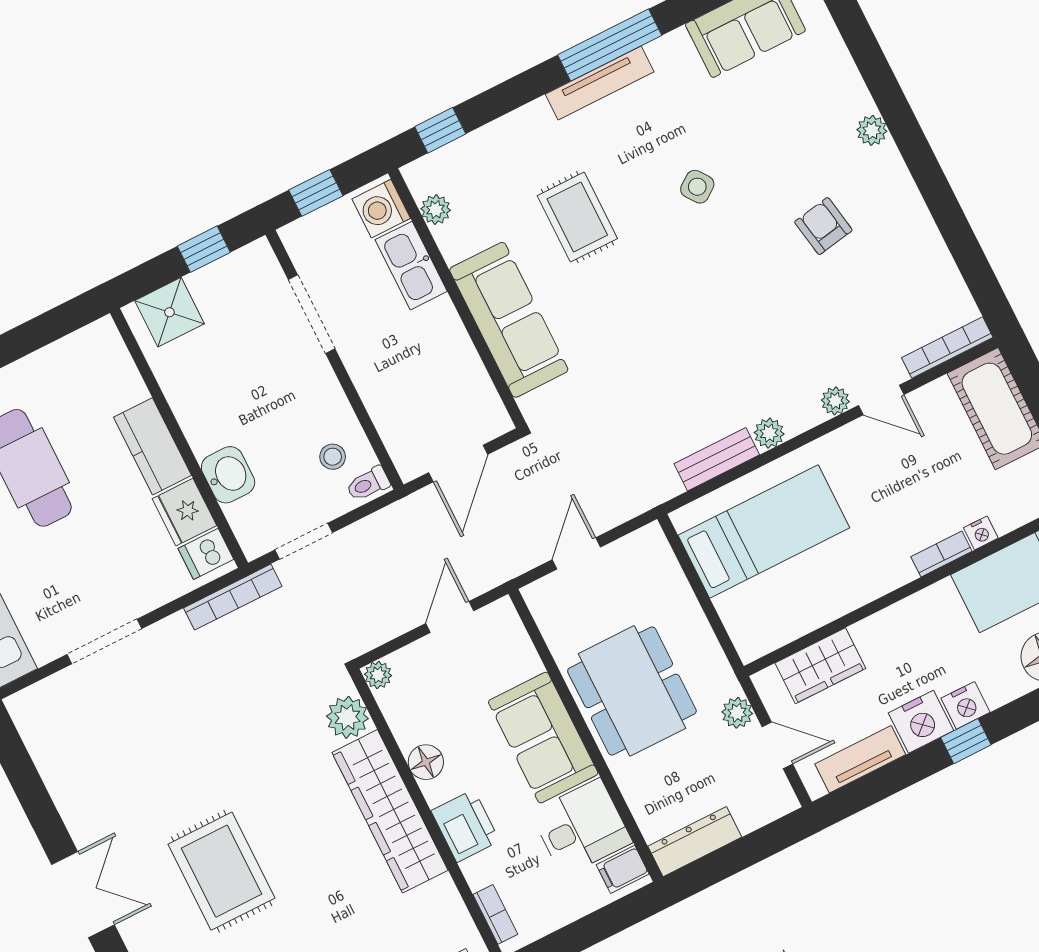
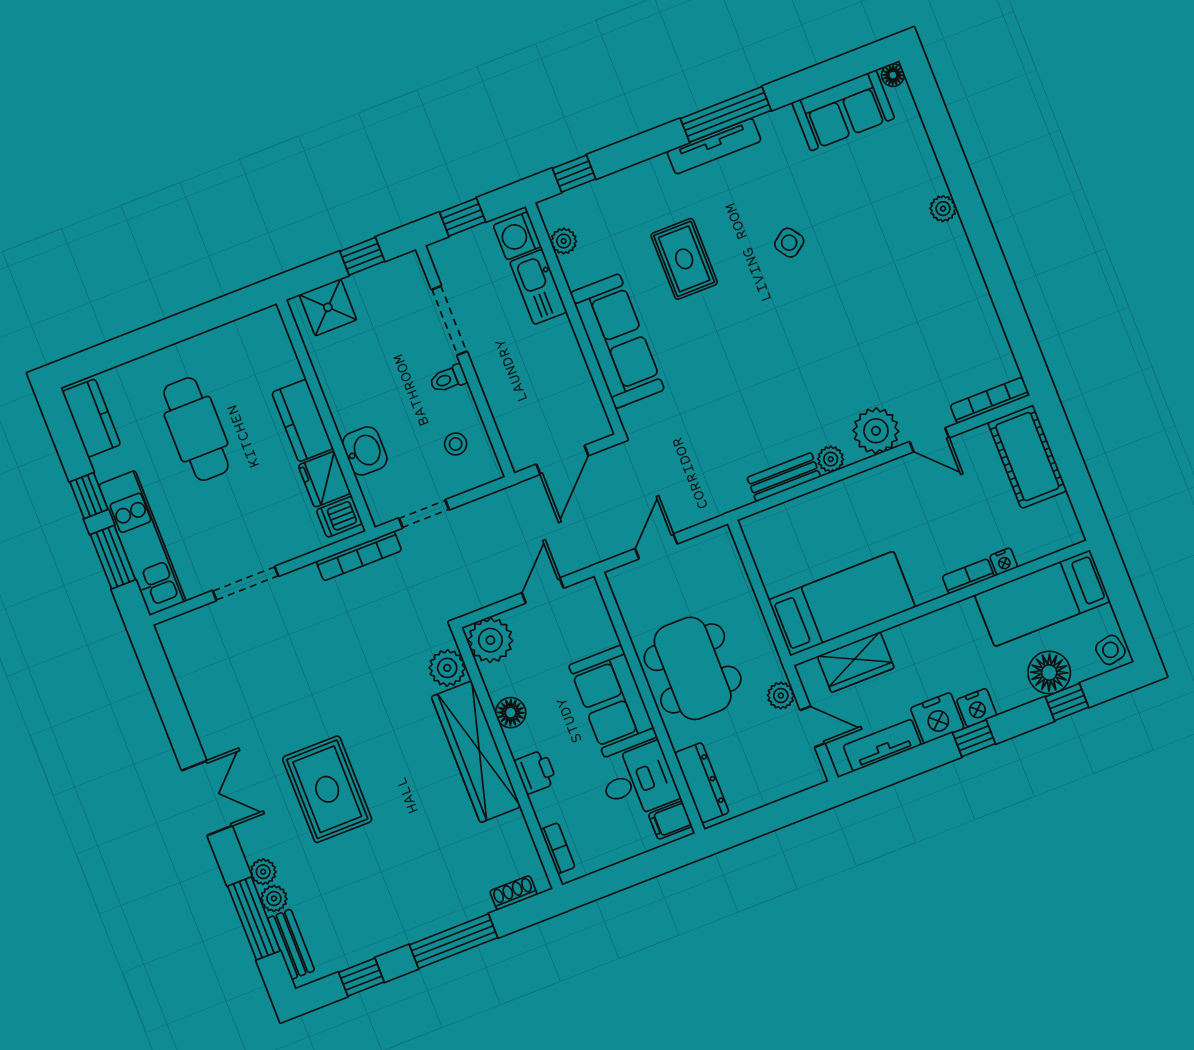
armchair: (823, 226) -> (894, 286), removed
plant: (835, 401) -> (876, 431), width x1.88, depth x1.88
toilet: (368, 484) -> (448, 379), moved
bed: (764, 531) -> (842, 604), moved
plant: (378, 675) -> (490, 640), width x1.88, depth x1.88
printer: (465, 826) -> (536, 772), width x0.73, depth x0.81
dresser: (695, 842) -> (702, 783), moved, turned 90

